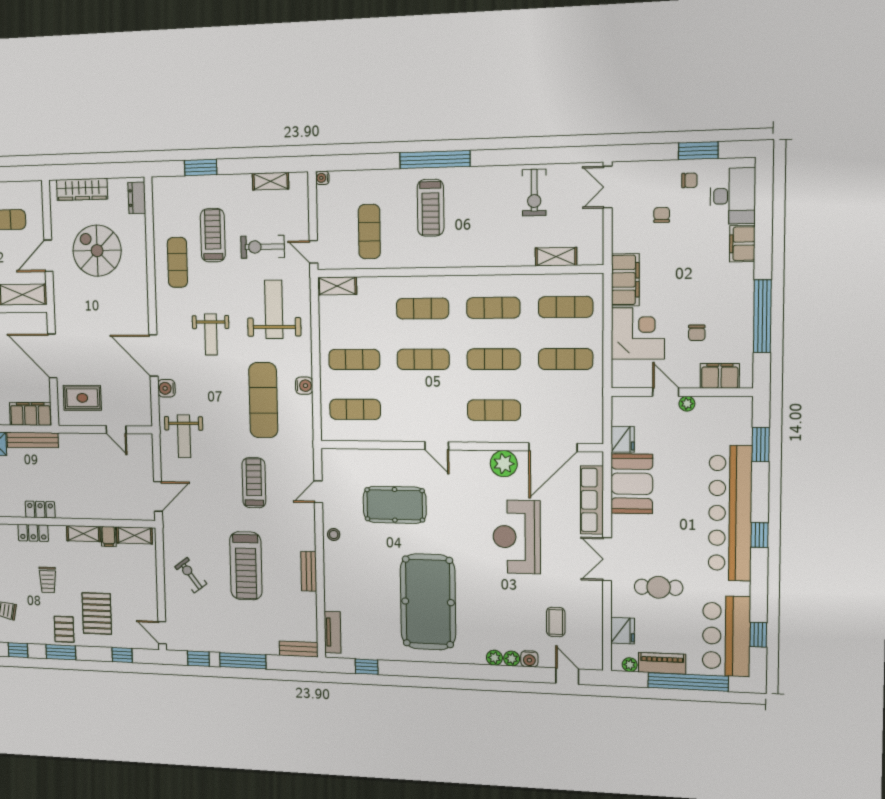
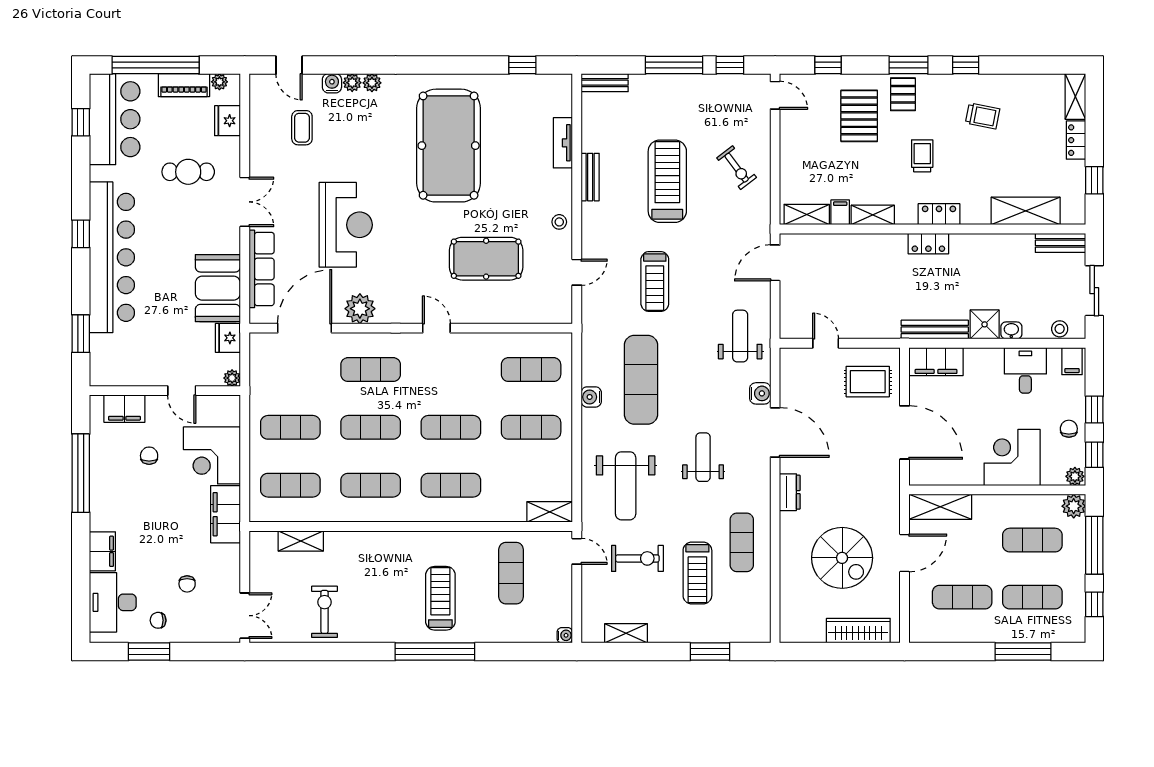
dresser: (137, 198) -> (790, 492), moved
plant: (687, 404) -> (232, 378), moved
tv unit: (332, 632) -> (563, 143), moved

